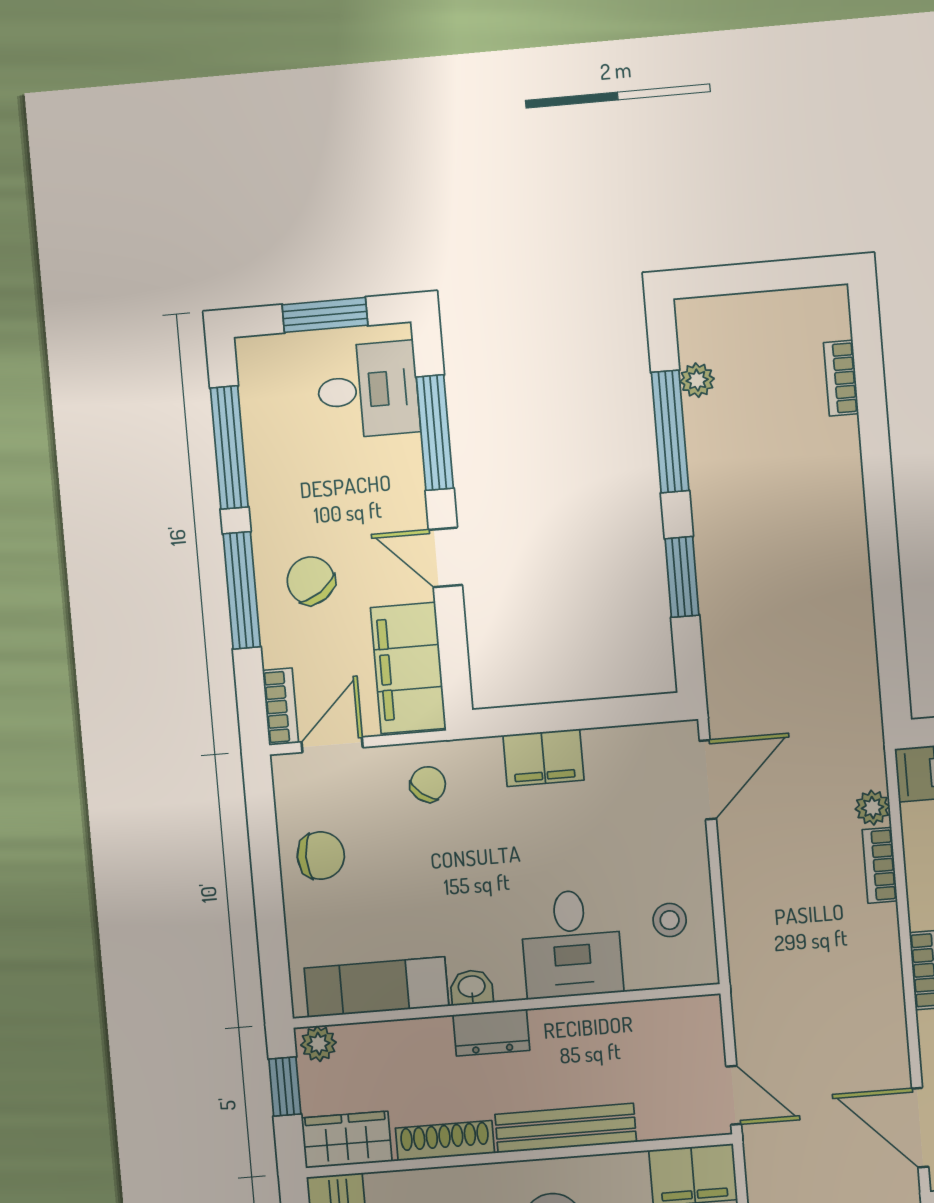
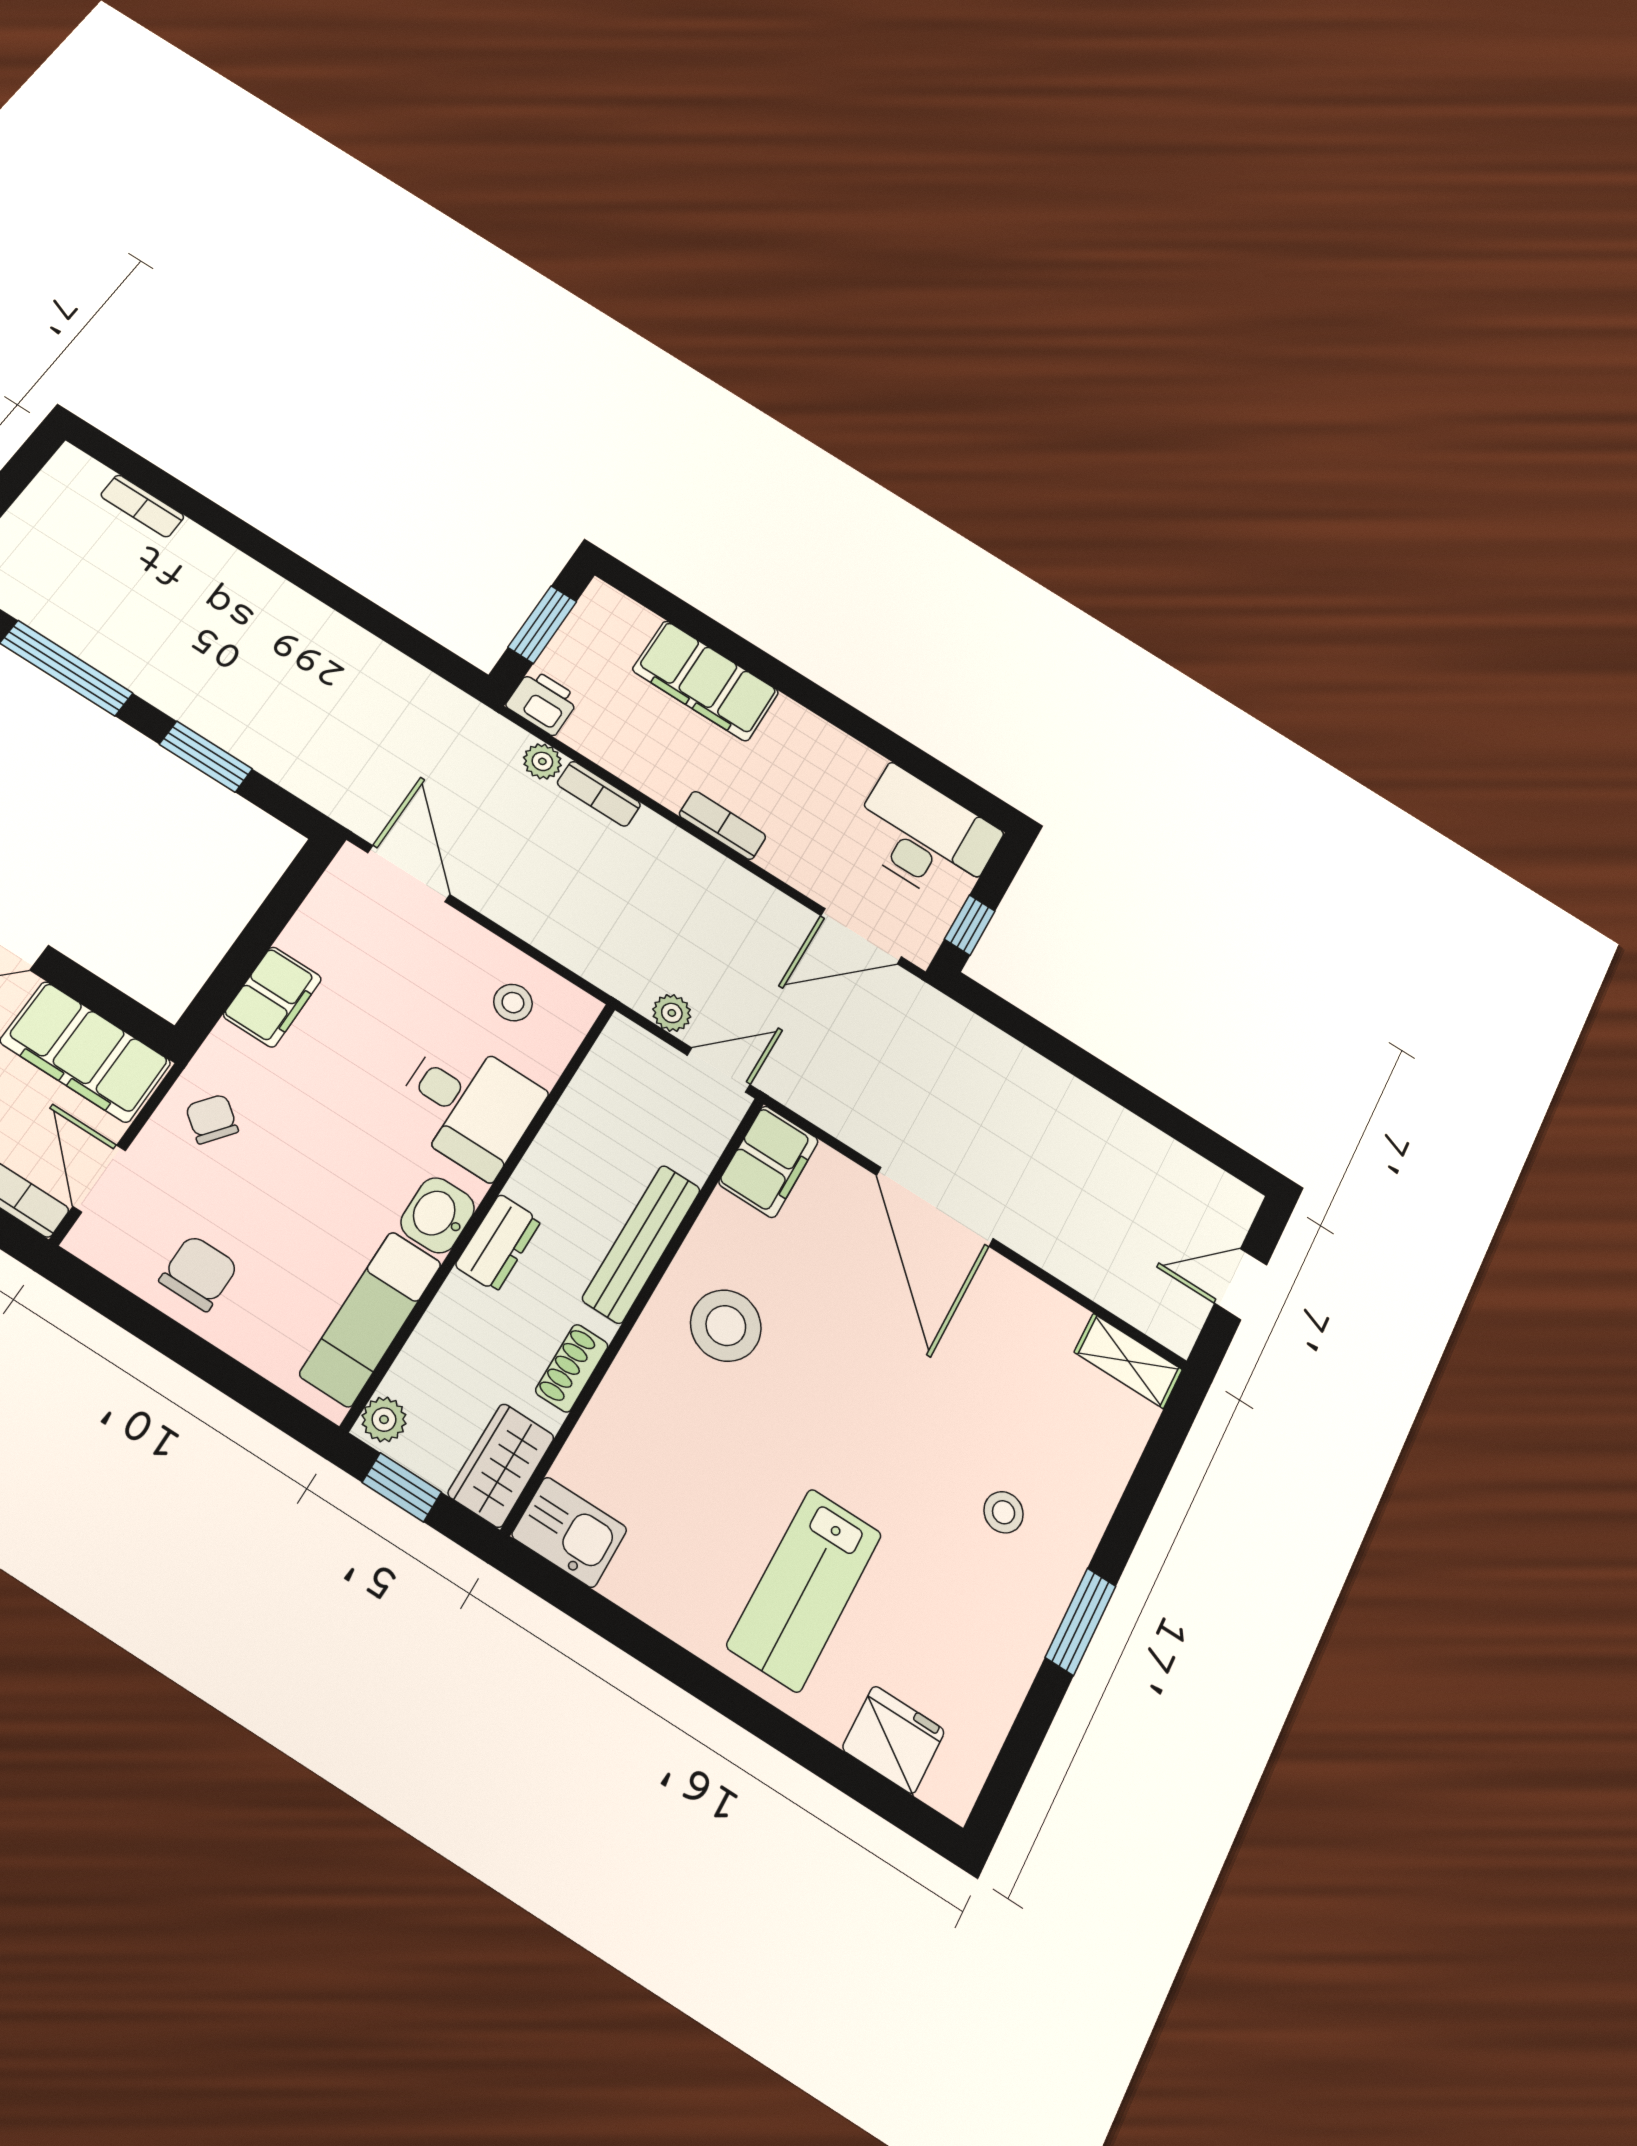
plant: (697, 380) -> (672, 1013), moved
washbasin: (472, 987) -> (438, 1215), width x1.38, depth x1.45
shoe rack: (445, 1141) -> (572, 1368), width x0.70

